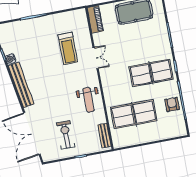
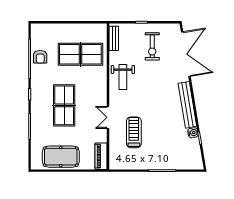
table tennis table: (151, 73) -> (64, 105), moved, turned 90
weight bench: (89, 100) -> (123, 77), turned 180

